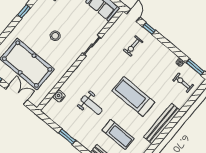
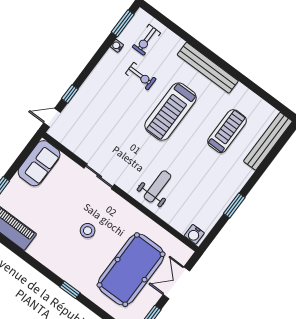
window: (24, 11) -> (70, 290), moved
exercise bike: (133, 46) -> (141, 76), moved
water cooler: (59, 96) -> (194, 234), moved
weight bench: (92, 105) -> (157, 186), moved

